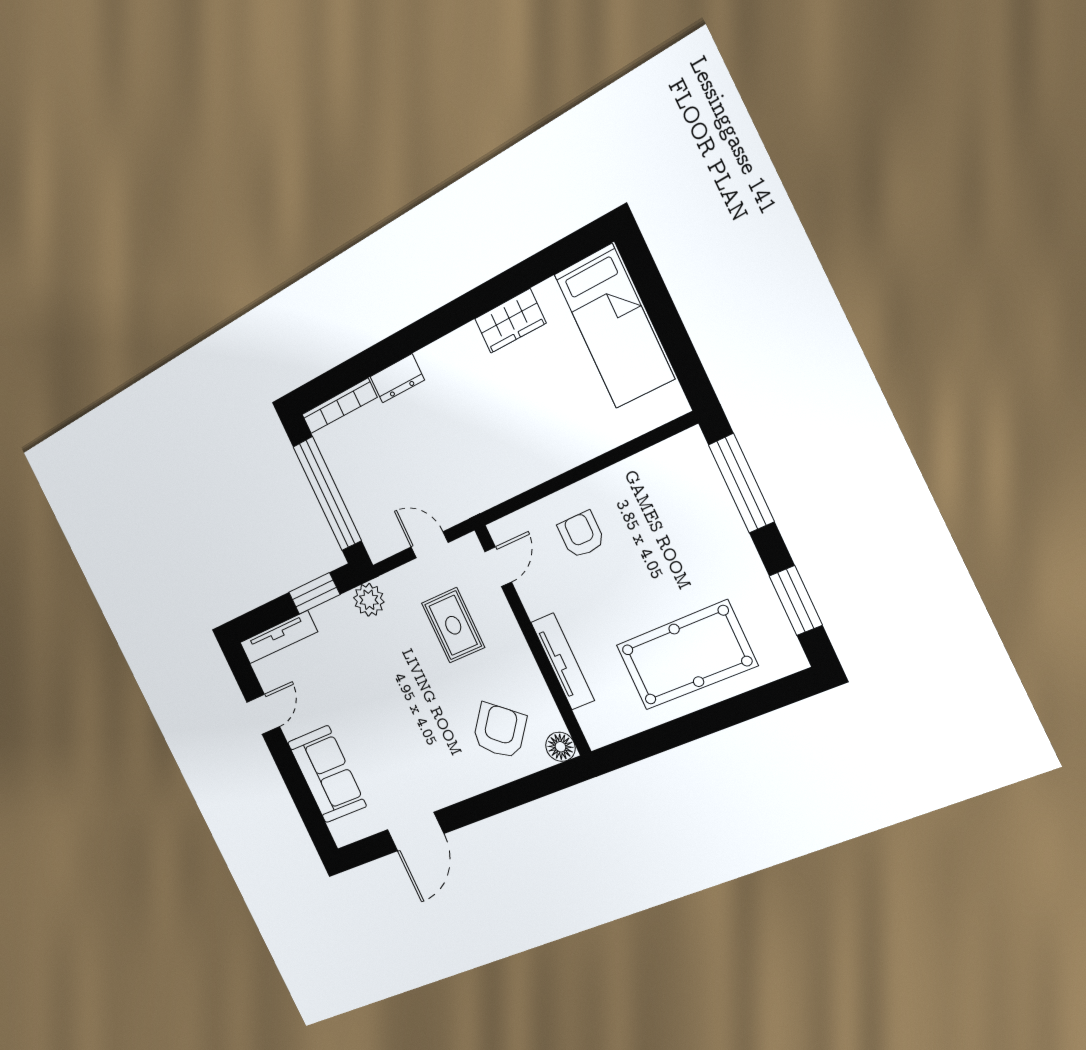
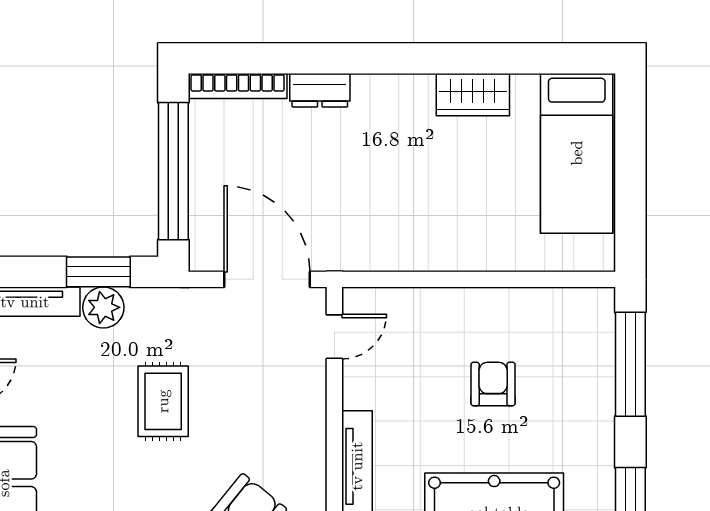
armchair: (581, 535) -> (493, 384), moved
door: (430, 545) -> (267, 279), width x1.88
plant: (369, 600) -> (103, 307), moved
rug: (453, 625) -> (163, 401), moved

